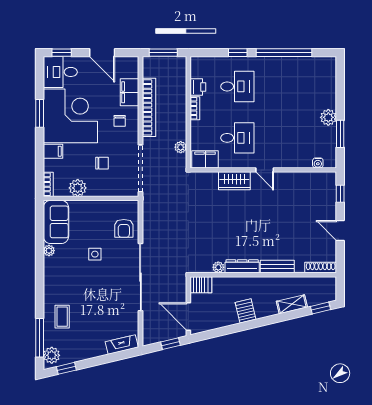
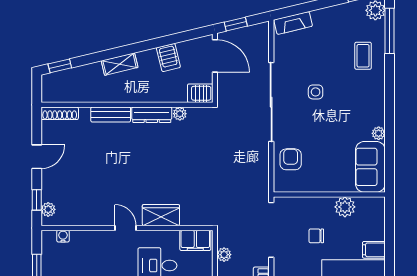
bookcase: (48, 184) -> (379, 211), removed
plant: (330, 186) -> (48, 209), added
door: (340, 231) -> (37, 157), hinge flipped
side table: (95, 254) -> (316, 92), moved
shelving: (292, 304) -> (120, 64), moved
server rack: (246, 311) -> (168, 58), moved

